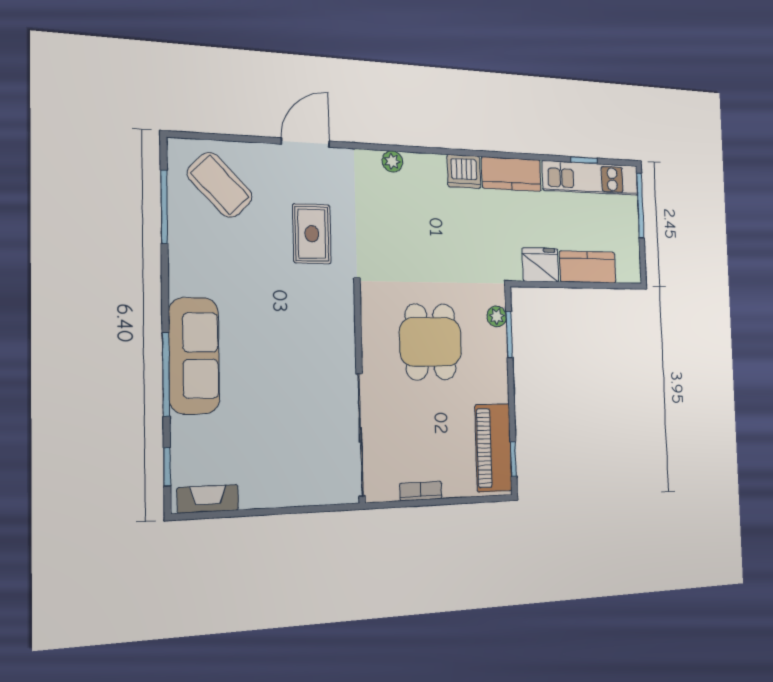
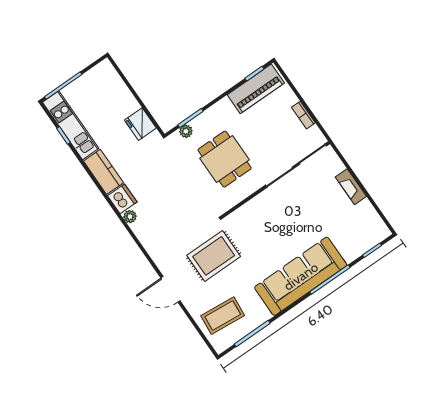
plant: (392, 161) -> (130, 217), moved
coffee table: (220, 185) -> (223, 316), turned 49
rug: (312, 234) -> (214, 256), width x1.36, depth x1.43
kitchen counter: (588, 267) -> (121, 96), removed
dining table: (430, 342) -> (225, 159), turned 90
sofa: (194, 356) -> (301, 276), width x1.36, depth x1.27
fireplace: (208, 499) -> (351, 187), moved

